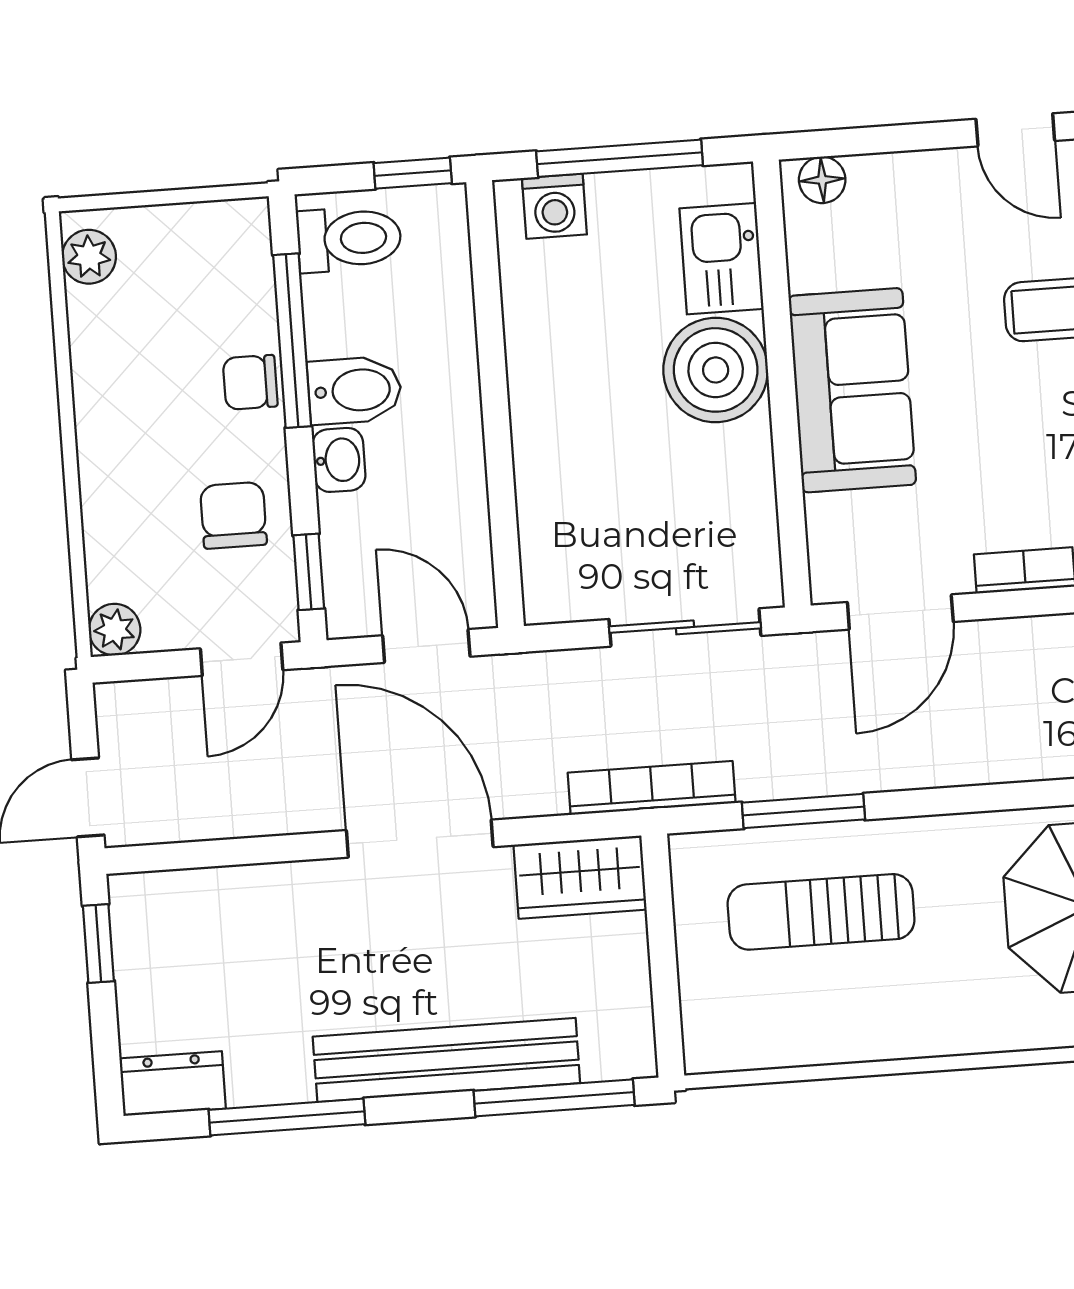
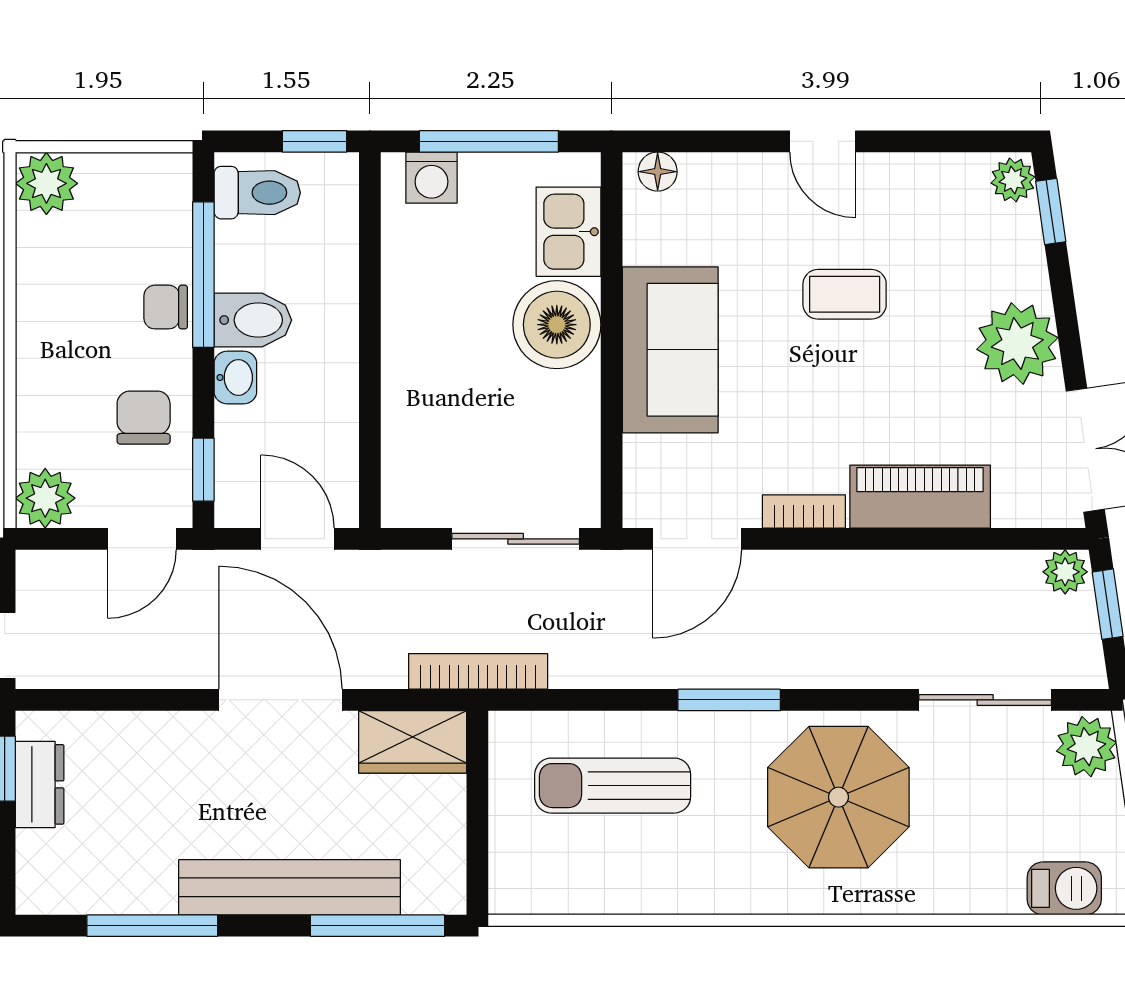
plant: (89, 257) -> (46, 183), width x1.38, depth x1.38
plant: (115, 630) -> (45, 498), width x1.38, depth x1.38
window: (803, 811) -> (729, 700), moved
dresser: (173, 1083) -> (40, 784), moved, turned 90

